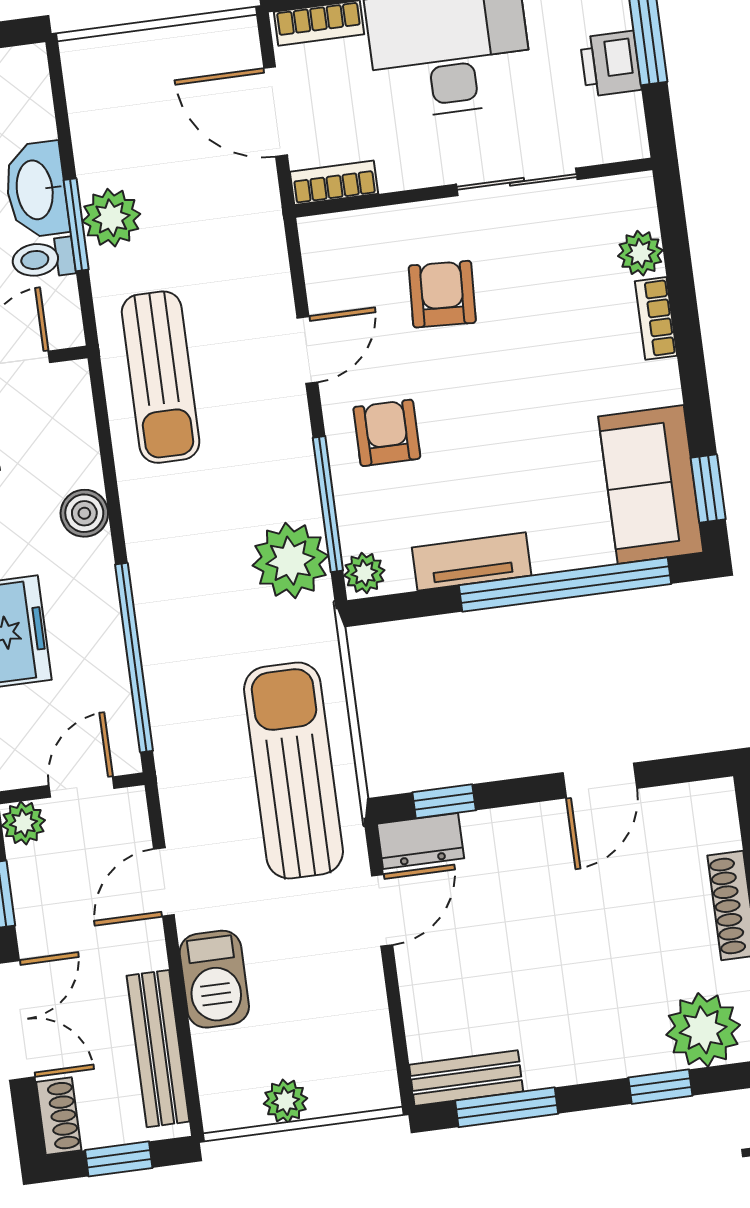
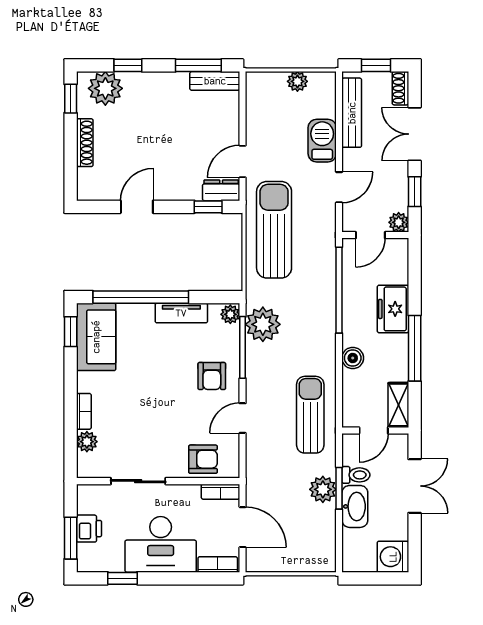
armchair: (442, 294) -> (203, 459), moved, turned -93
sun lounger: (293, 770) -> (274, 230), turned 180

